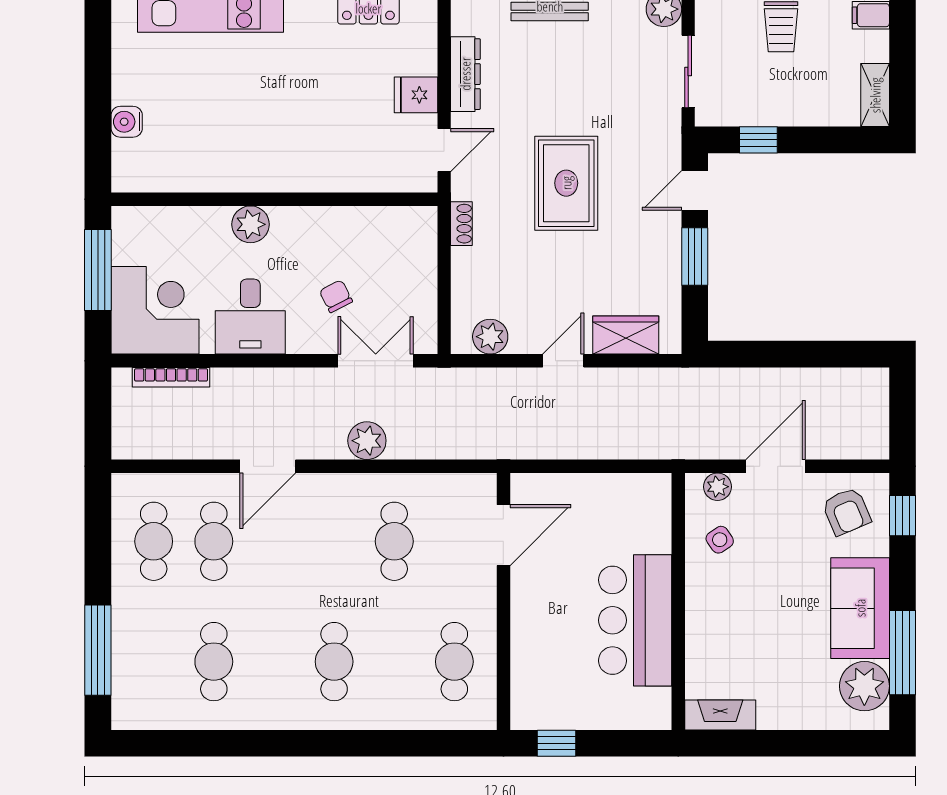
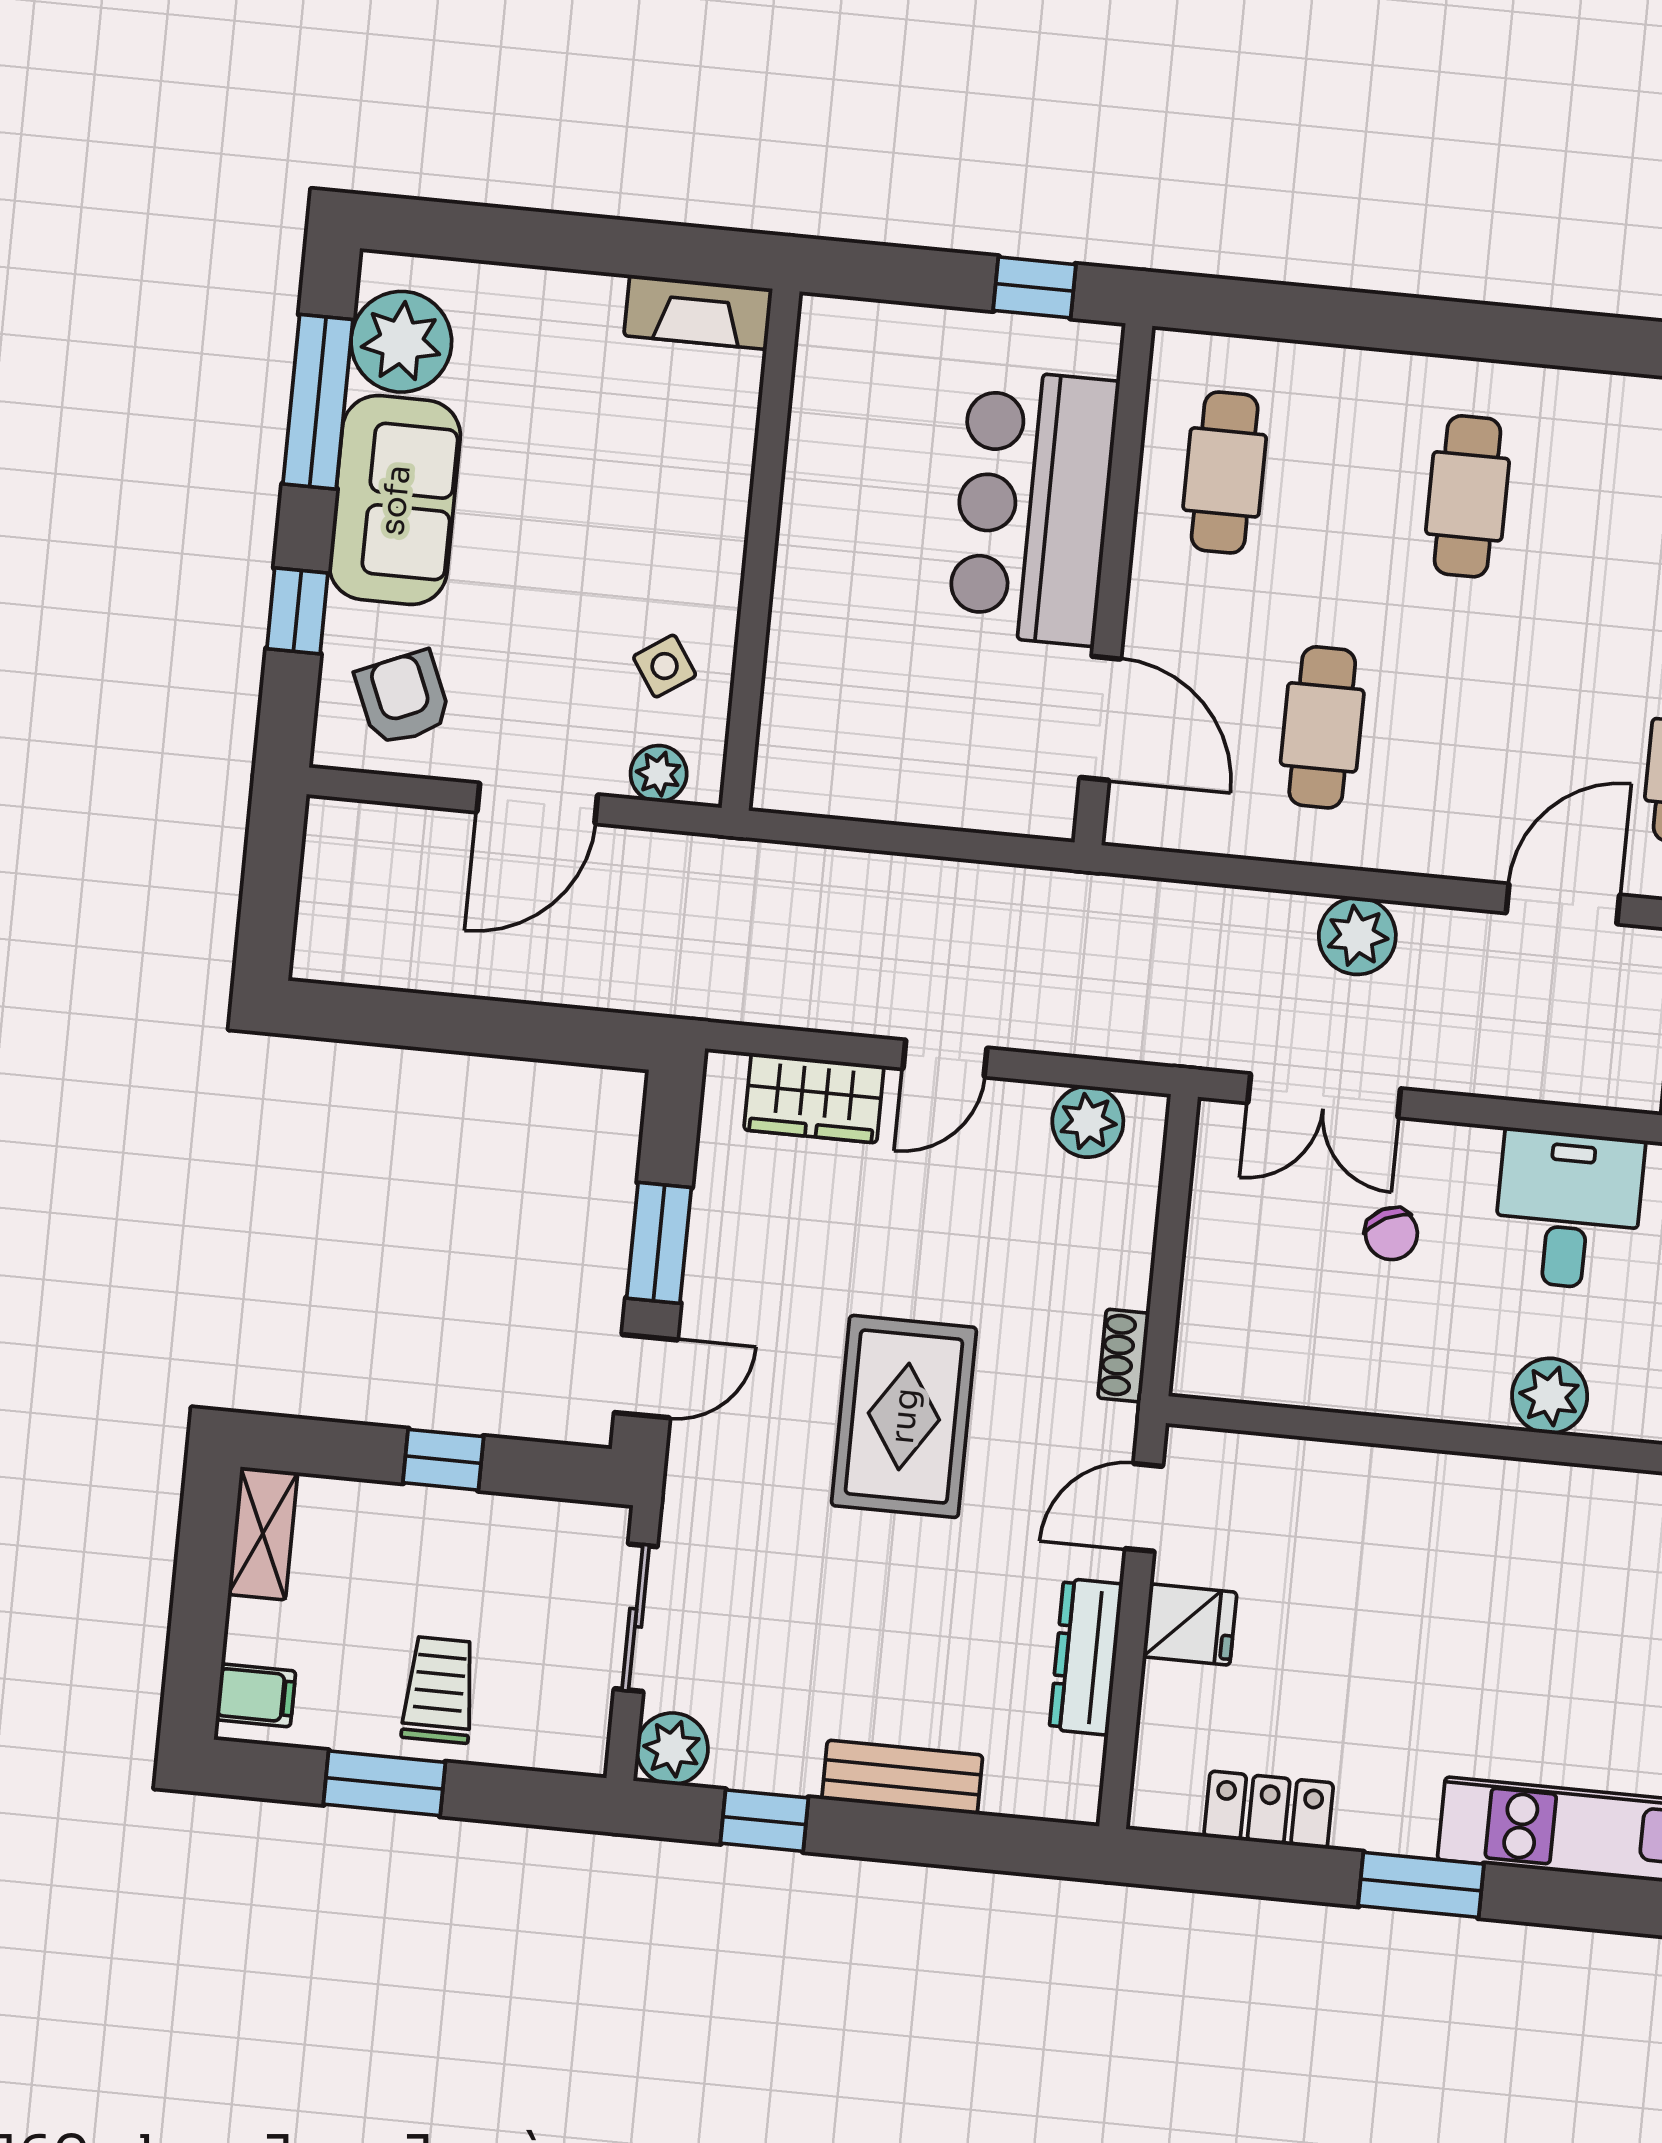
window: (758, 140) -> (443, 1460), moved
window: (902, 516) -> (297, 611), moved
door: (503, 535) -> (1100, 718), swing flipped
bar counter: (635, 620) -> (1033, 507), moved, turned 180

